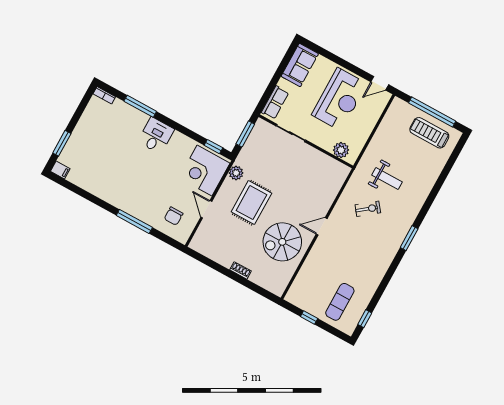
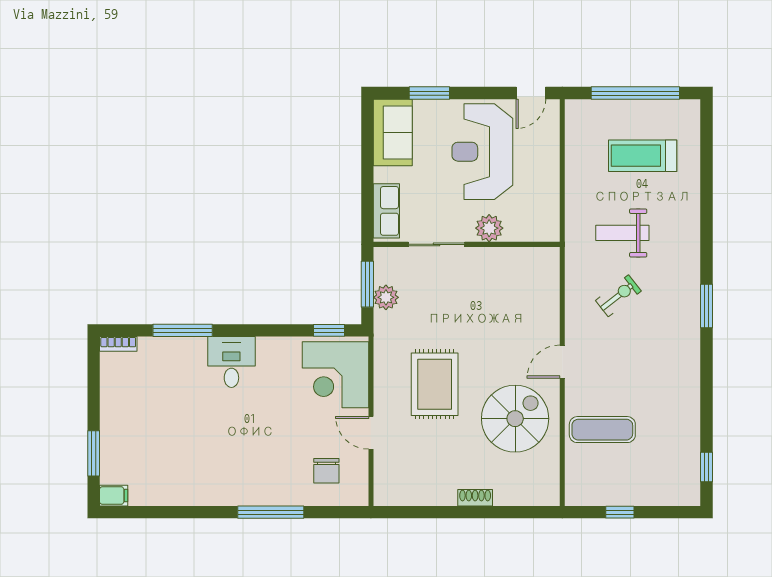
window: (329, 55) -> (429, 93), added
reception desk: (339, 99) -> (482, 152), turned 180
treadmill: (429, 133) -> (643, 156), moved
plant: (341, 150) -> (489, 228), moved
plant: (236, 173) -> (386, 297), moved
weight bench: (387, 178) -> (622, 233), turned 180
spiral stairs: (282, 242) -> (515, 419), turned 180
exercise mat: (340, 302) -> (602, 430), moved, turned 90

